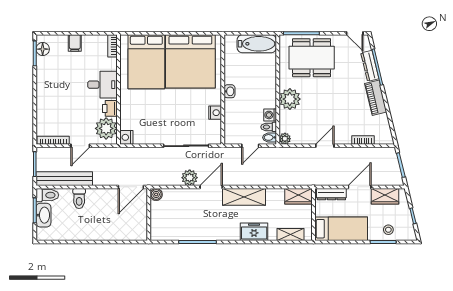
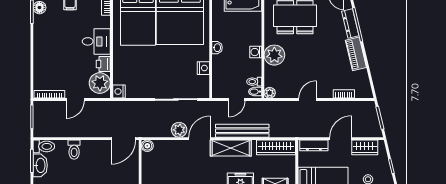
washing machine: (270, 115) -> (256, 52), moved
bench: (64, 179) -> (242, 131), moved
wardrobe: (298, 196) -> (276, 147), width x1.50

